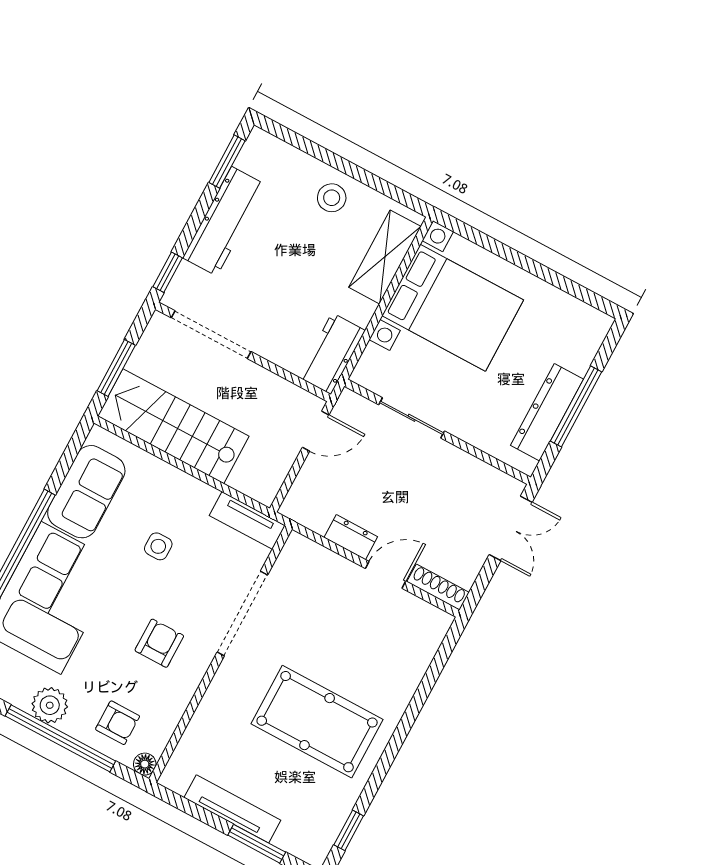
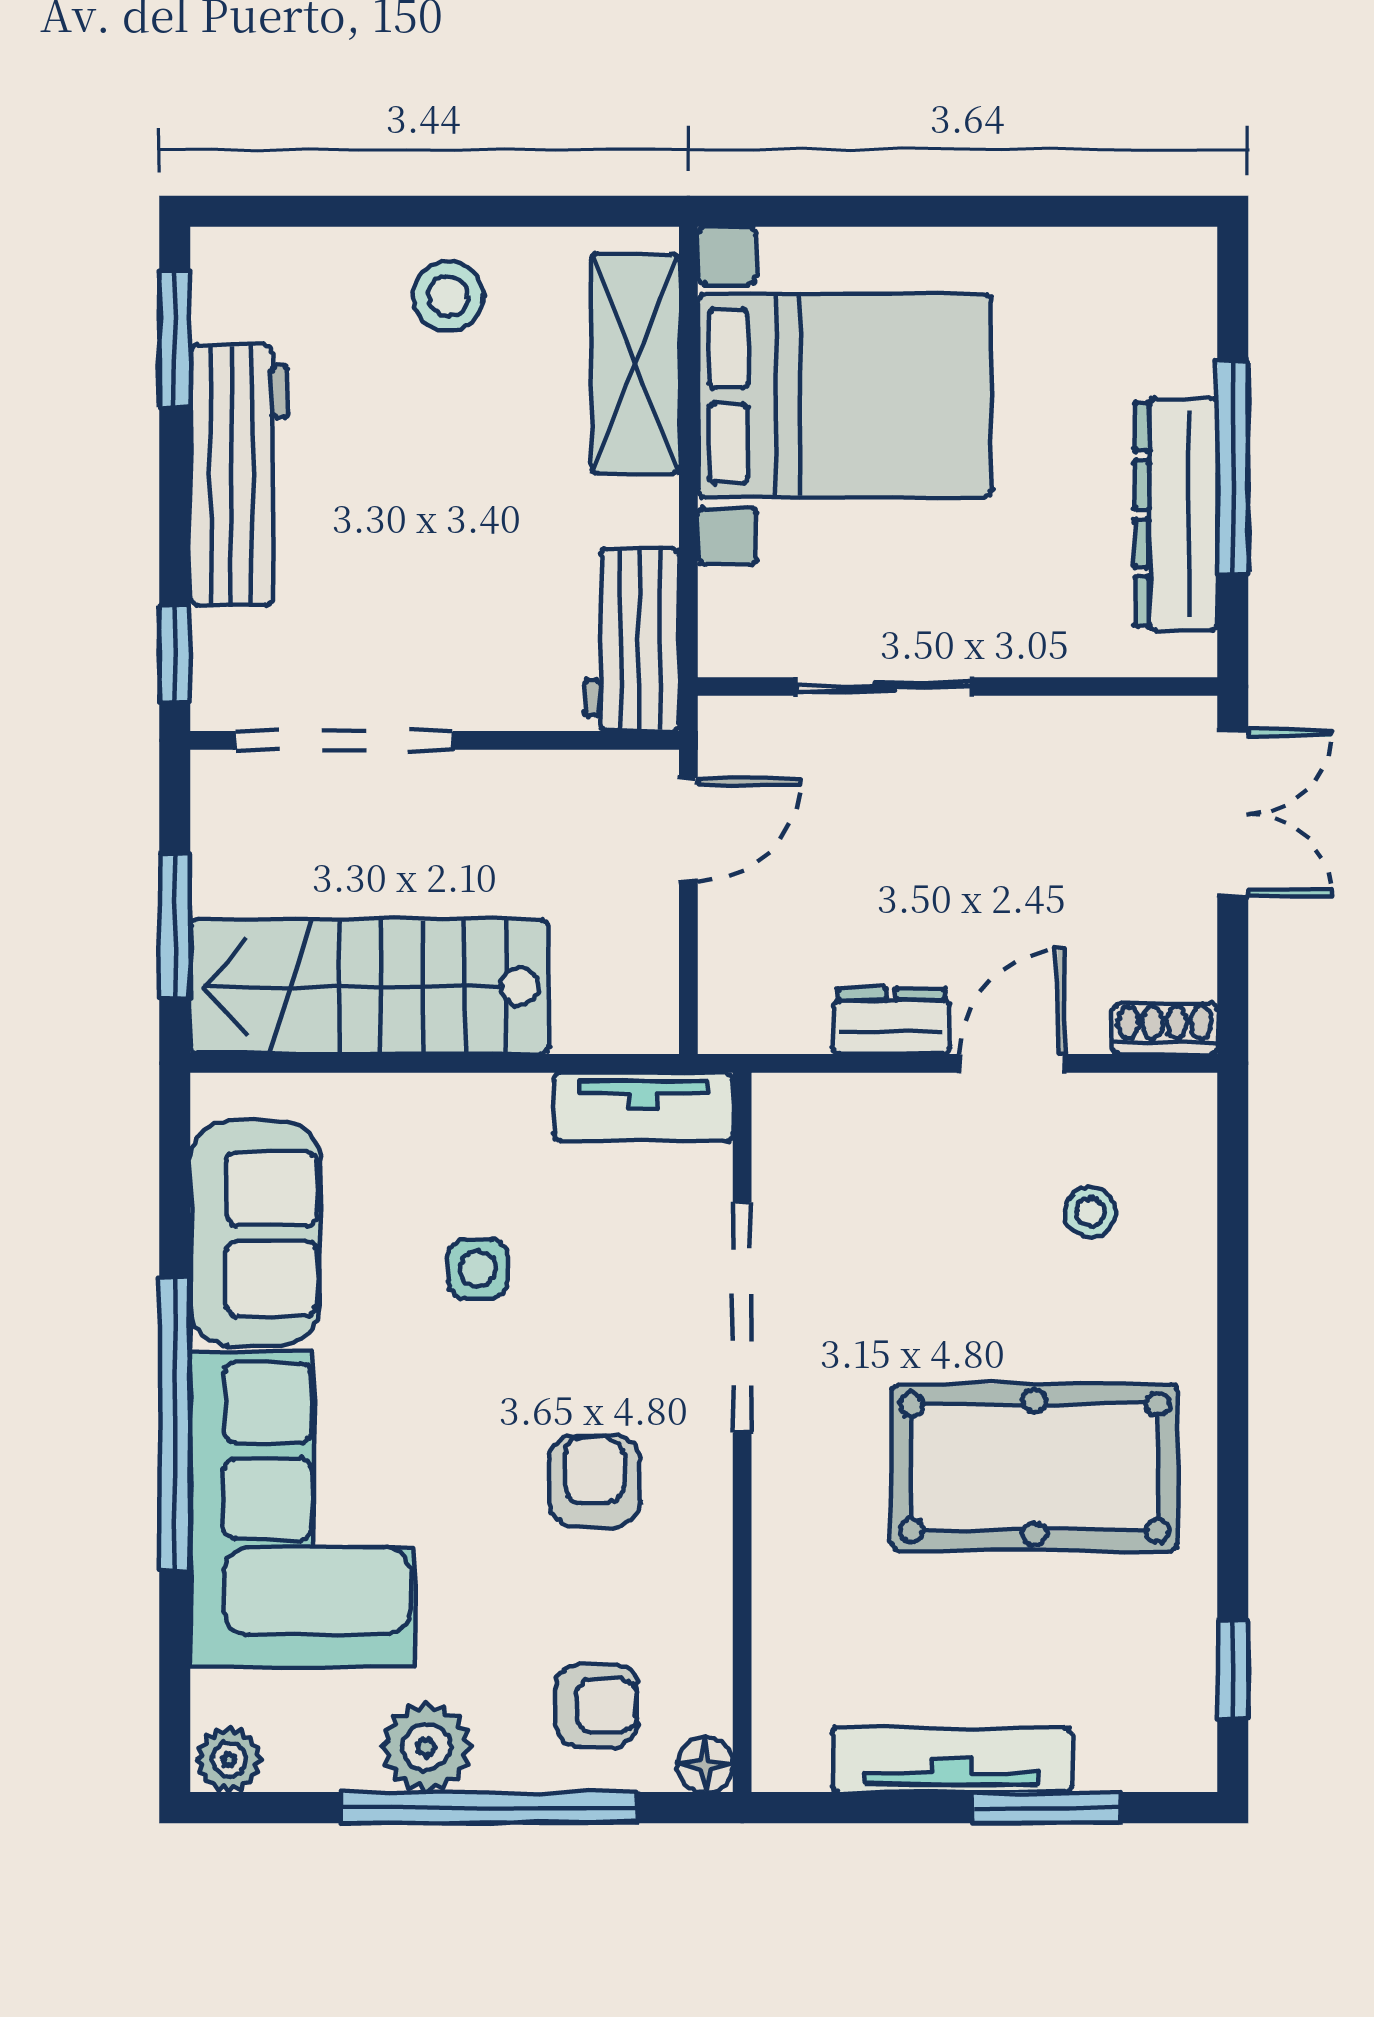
shoe rack: (438, 587) -> (1165, 1028), width x0.70
stool: (385, 642) -> (1090, 1212), added

